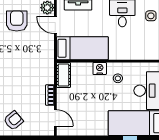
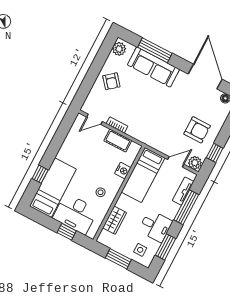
wardrobe: (136, 53) -> (115, 220), added
nightstand: (100, 68) -> (123, 171), moved
cot: (63, 75) -> (118, 141), moved

